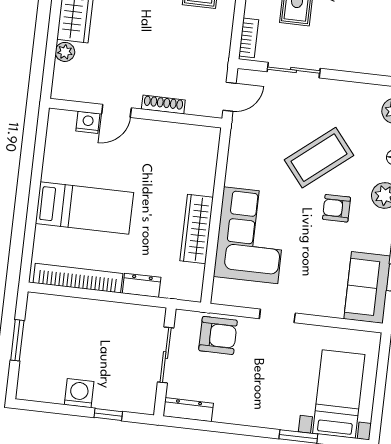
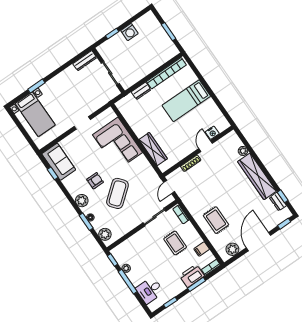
wardrobe: (197, 229) -> (153, 149), moved
armchair: (218, 335) -> (98, 97), removed

